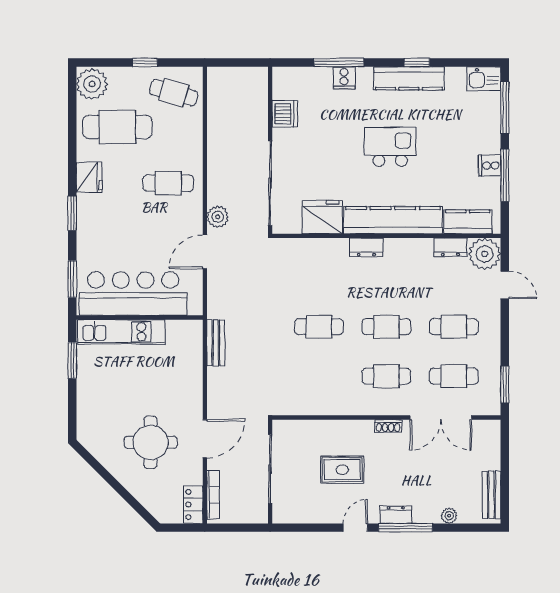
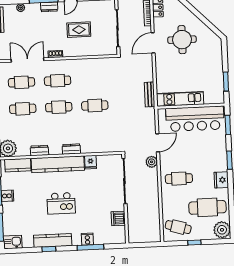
fridge: (322, 217) -> (91, 162), width x0.53, depth x0.75
dresser: (450, 247) -> (39, 151), moved
kitchen unit: (121, 332) -> (180, 99), moved

